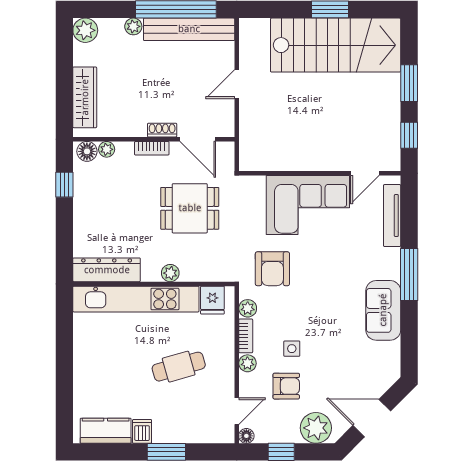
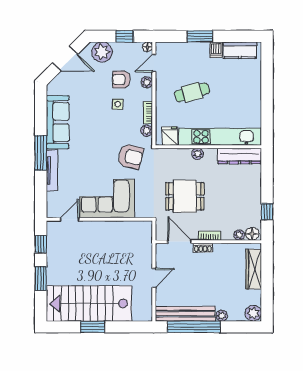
tv unit: (392, 216) -> (52, 170), moved
armchair: (272, 269) -> (130, 157), turned 103
sofa: (383, 310) -> (58, 122), width x1.36
plant: (247, 363) -> (147, 82), moved

